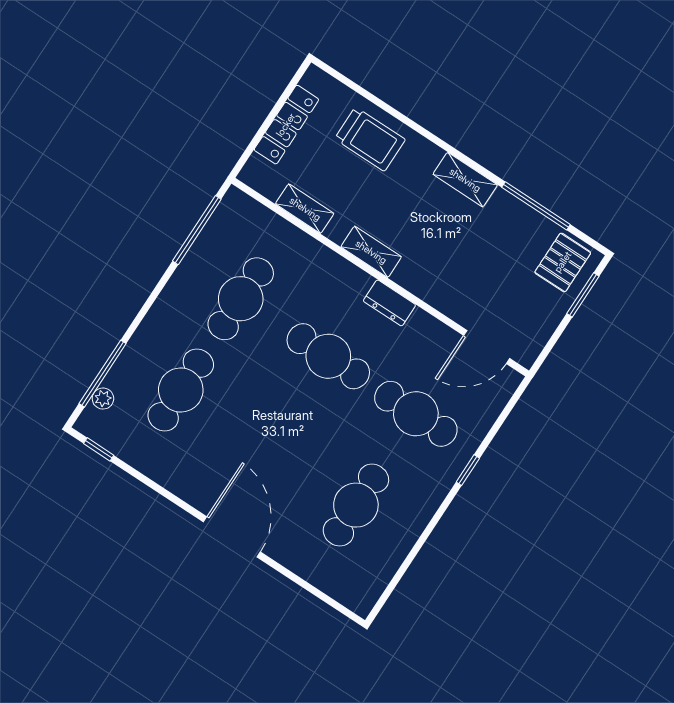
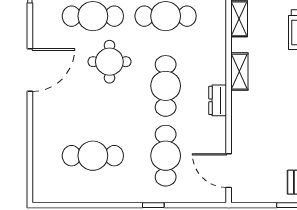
round table: (252, 407) -> (109, 62), added
door: (232, 537) -> (30, 70), moved

